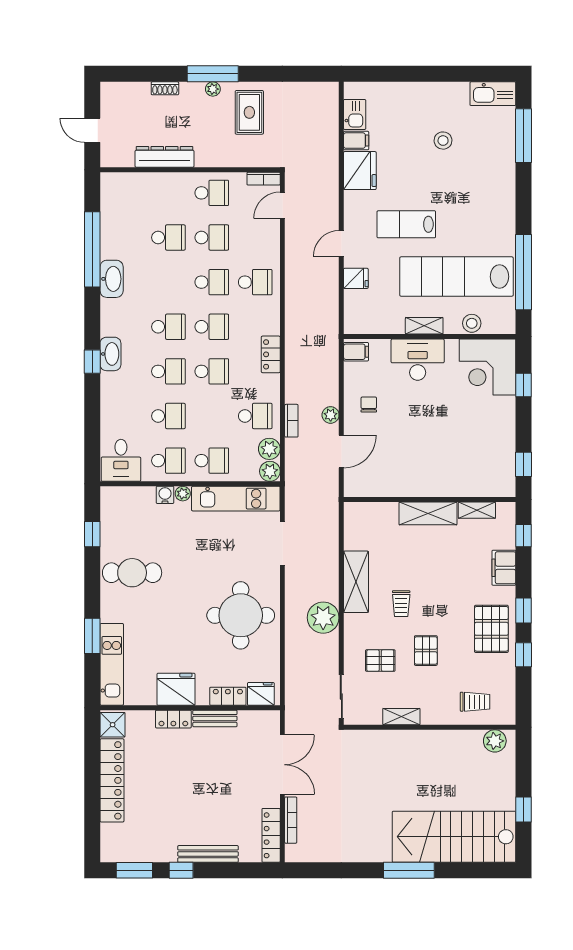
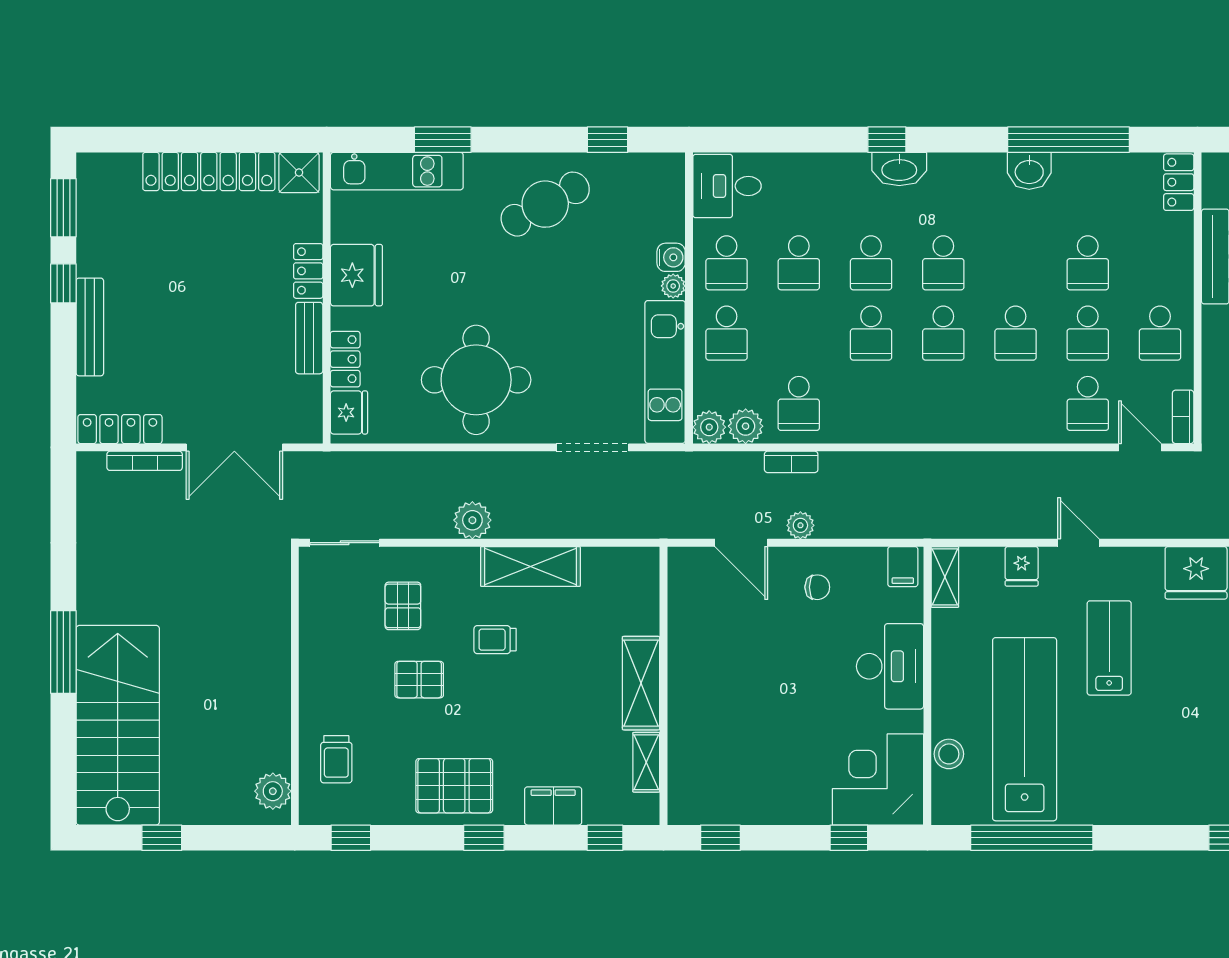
washbasin: (112, 279) -> (1029, 171), width x0.72
school desk: (255, 282) -> (1088, 403), moved
shelving: (424, 326) -> (945, 577), moved
locker: (271, 354) -> (1179, 182), moved, turned -90
cafe table: (132, 573) -> (545, 204), turned 61
plant: (323, 618) -> (472, 520), width x0.73, depth x0.73
window: (524, 655) -> (351, 838), moved
shelving: (401, 717) -> (312, 640), removed

